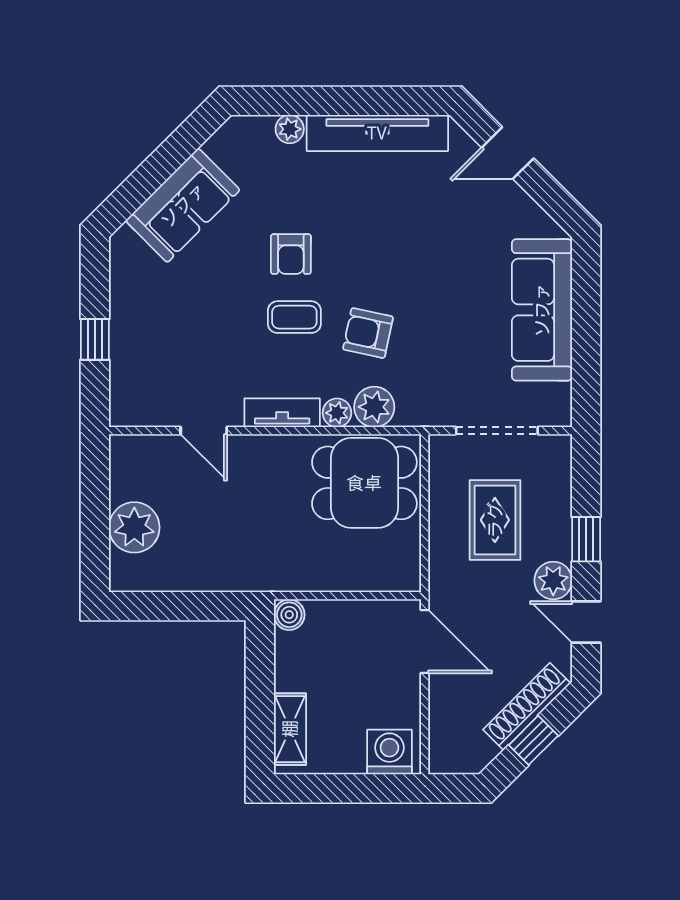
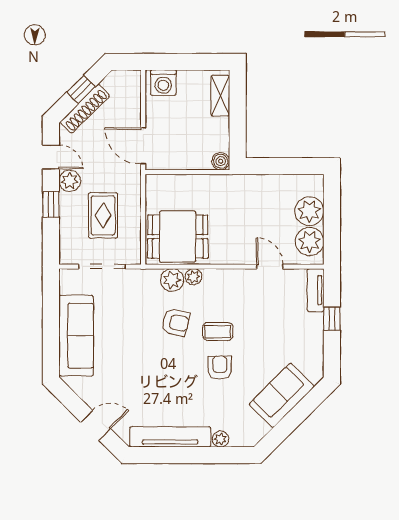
tv unit: (282, 413) -> (316, 290), moved, turned 90
plant: (134, 474) -> (310, 241), added

